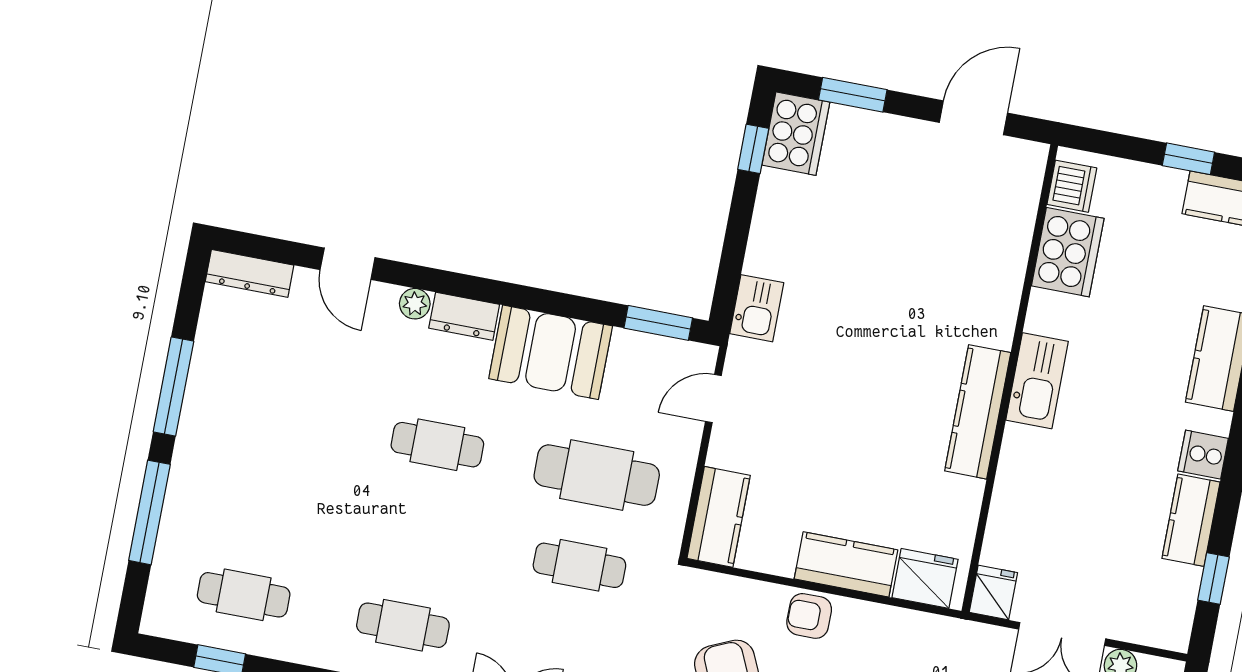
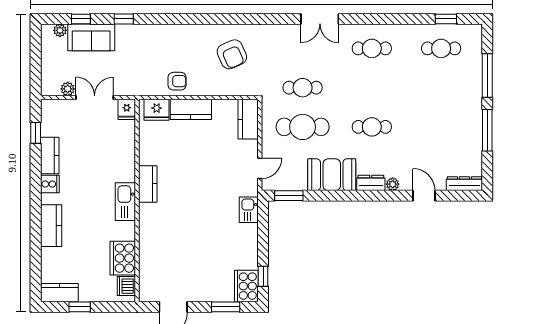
kitchen counter: (978, 412) -> (148, 184), width x0.67
armchair: (809, 616) -> (177, 81), moved

